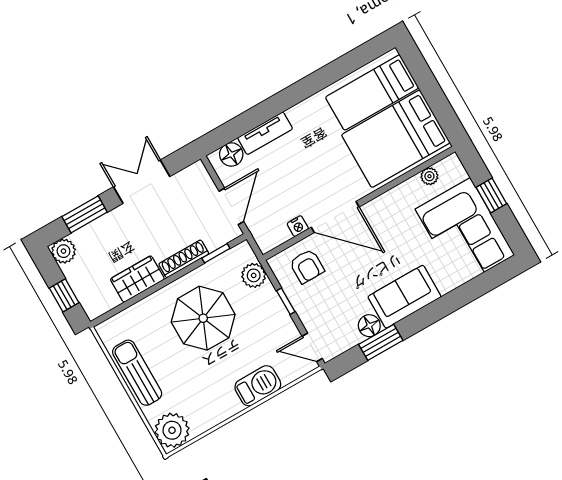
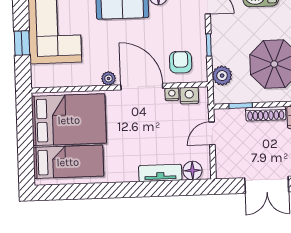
plant: (429, 176) -> (109, 78), moved
door: (231, 206) -> (212, 133), width x0.73
nightstand: (278, 235) -> (189, 96), added

